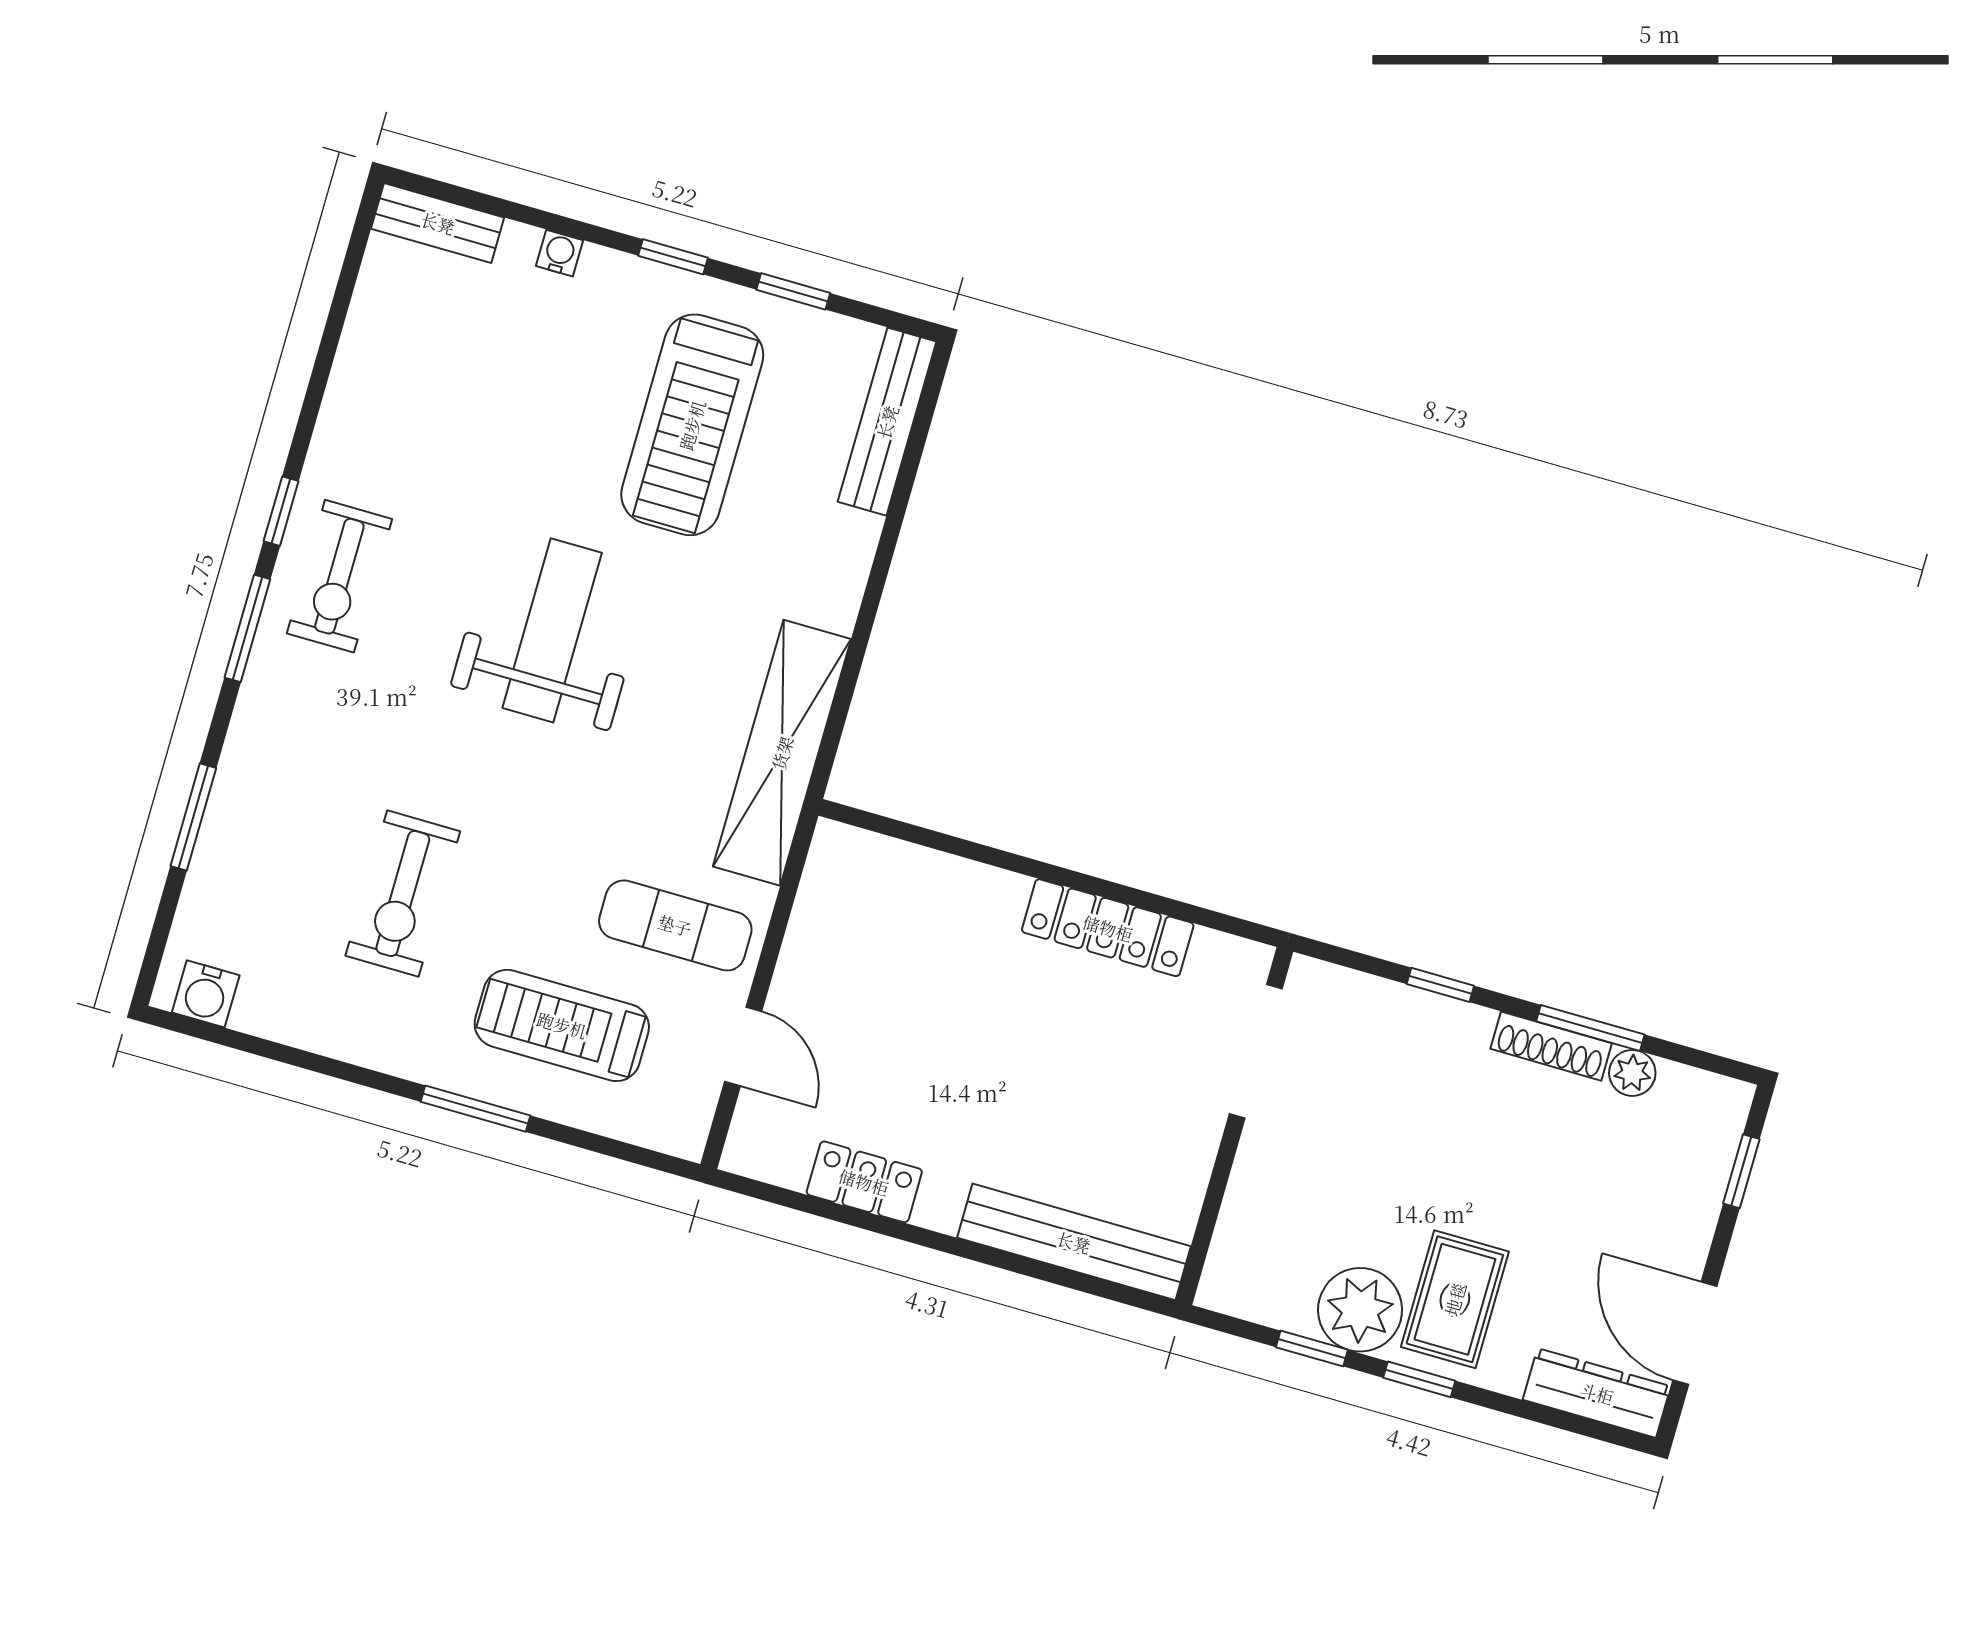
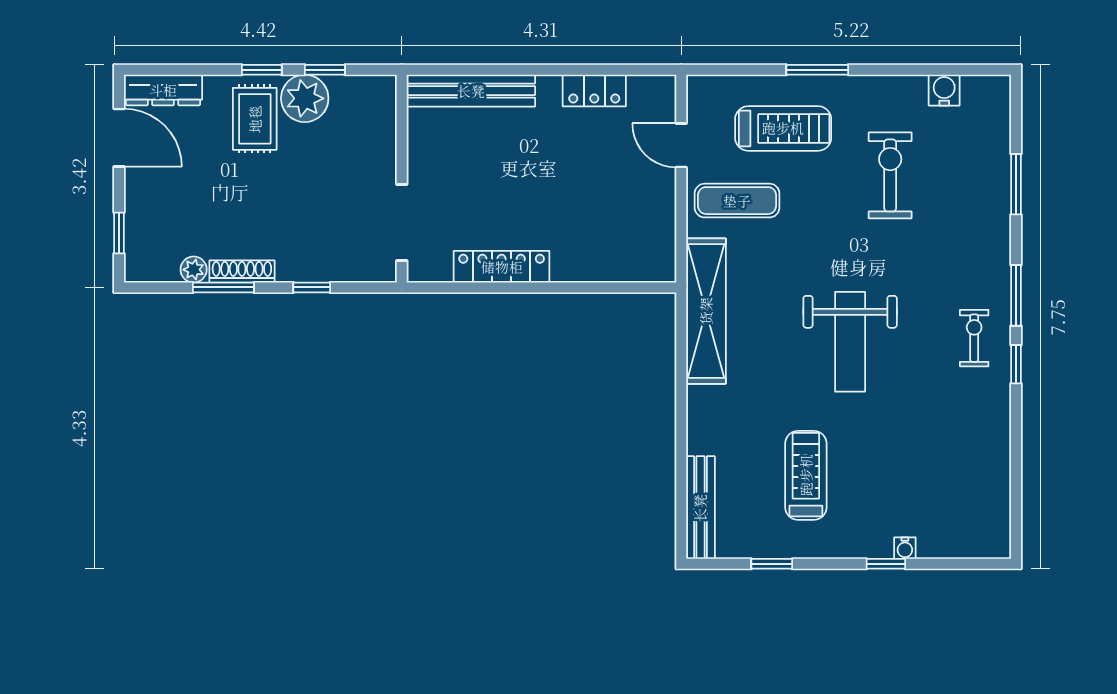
bench: (438, 223) -> (976, 545), removed
window: (673, 257) -> (886, 564), moved
treadmill: (692, 425) -> (806, 475), width x0.73, depth x0.73
exercise bike: (339, 576) -> (974, 338), width x0.73, depth x0.72
water cooler: (206, 994) -> (944, 90), moved

